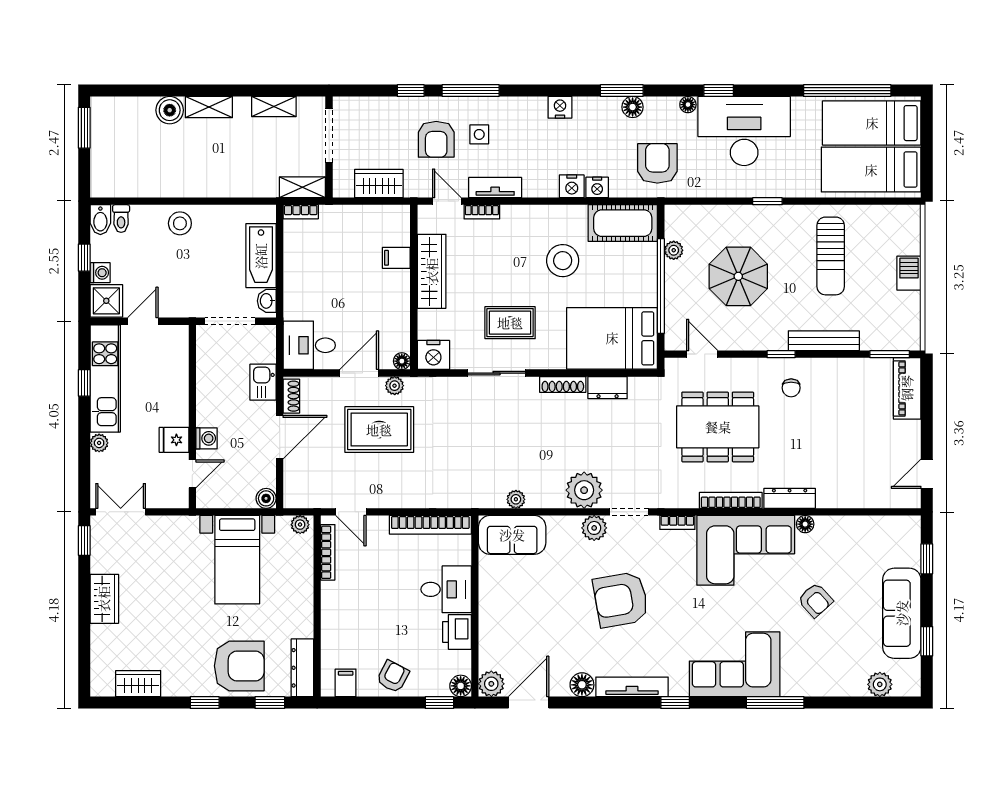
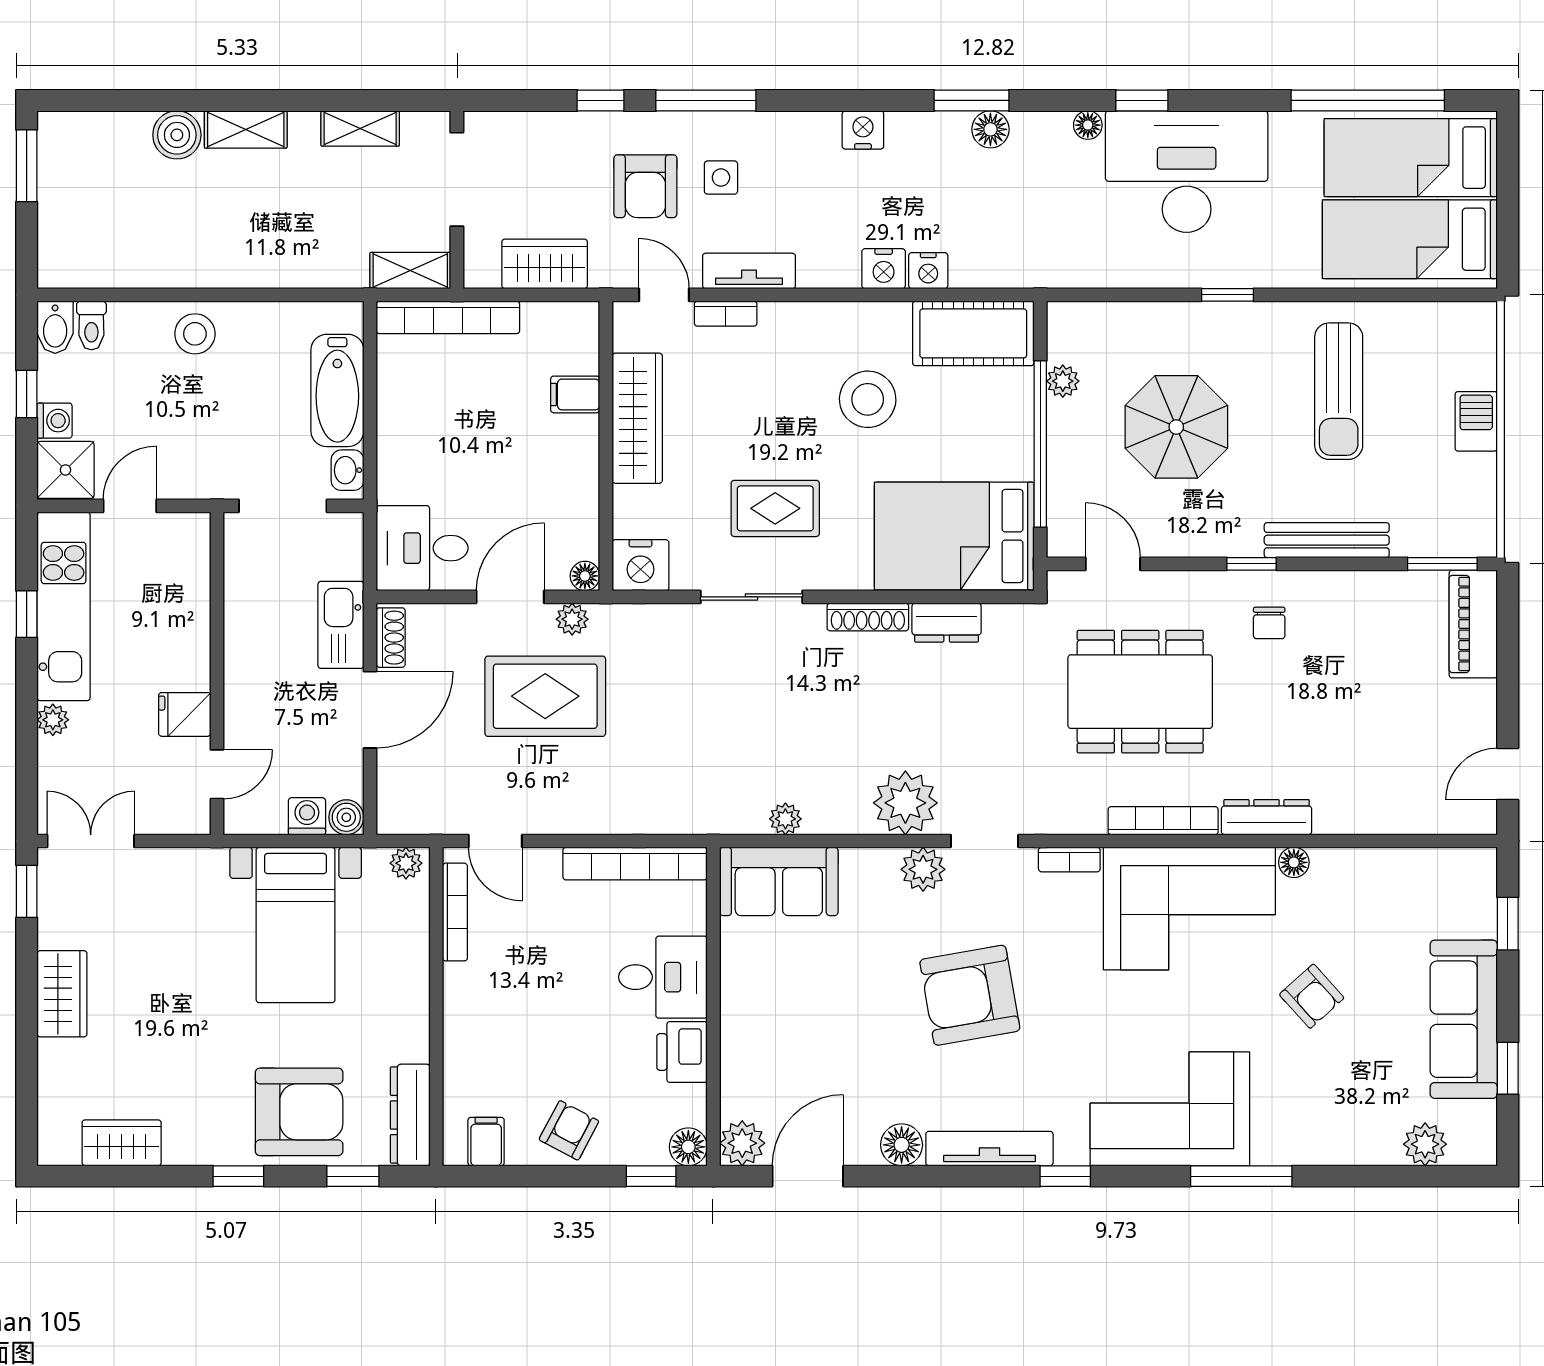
armchair: (657, 163) -> (1034, 228), removed
bookcase: (301, 212) -> (448, 317), width x2.31, depth x1.31
kitchen sink: (263, 382) -> (341, 625), width x1.38
washing machine: (207, 438) -> (307, 816), moved, turned -90

